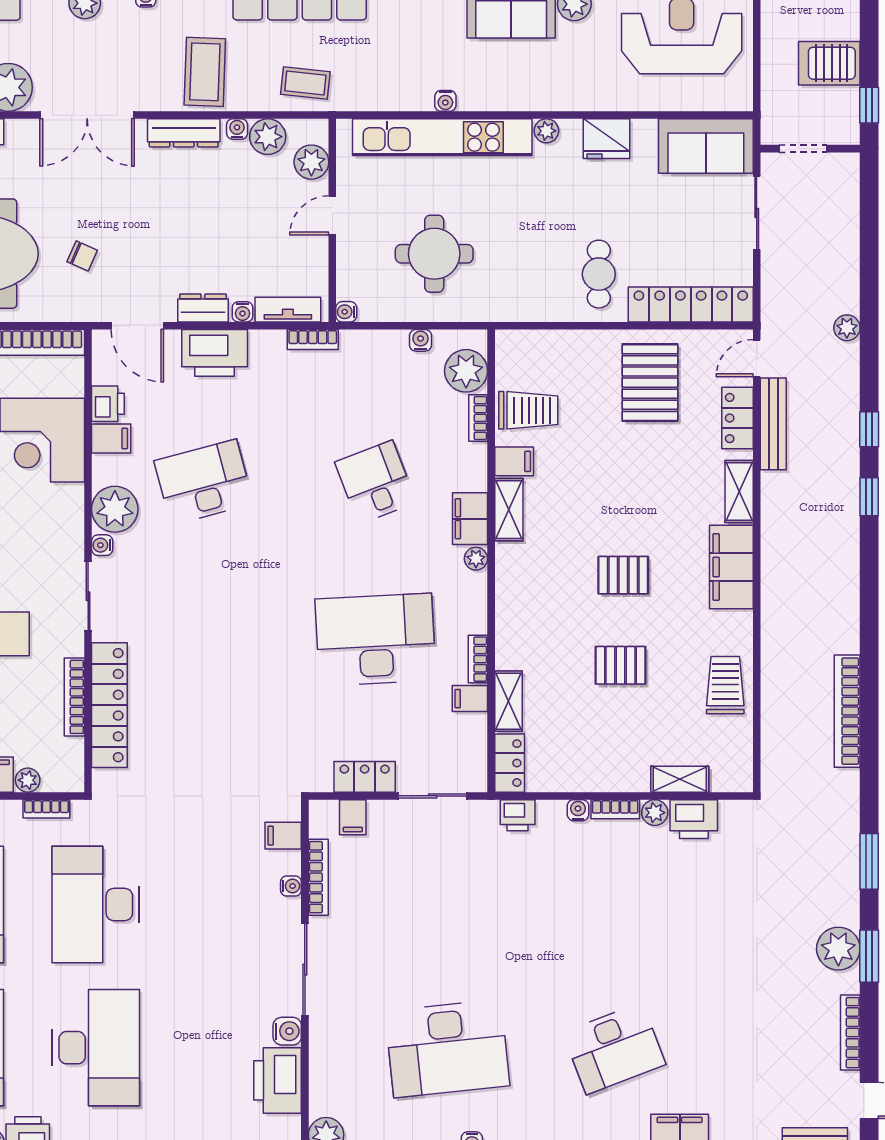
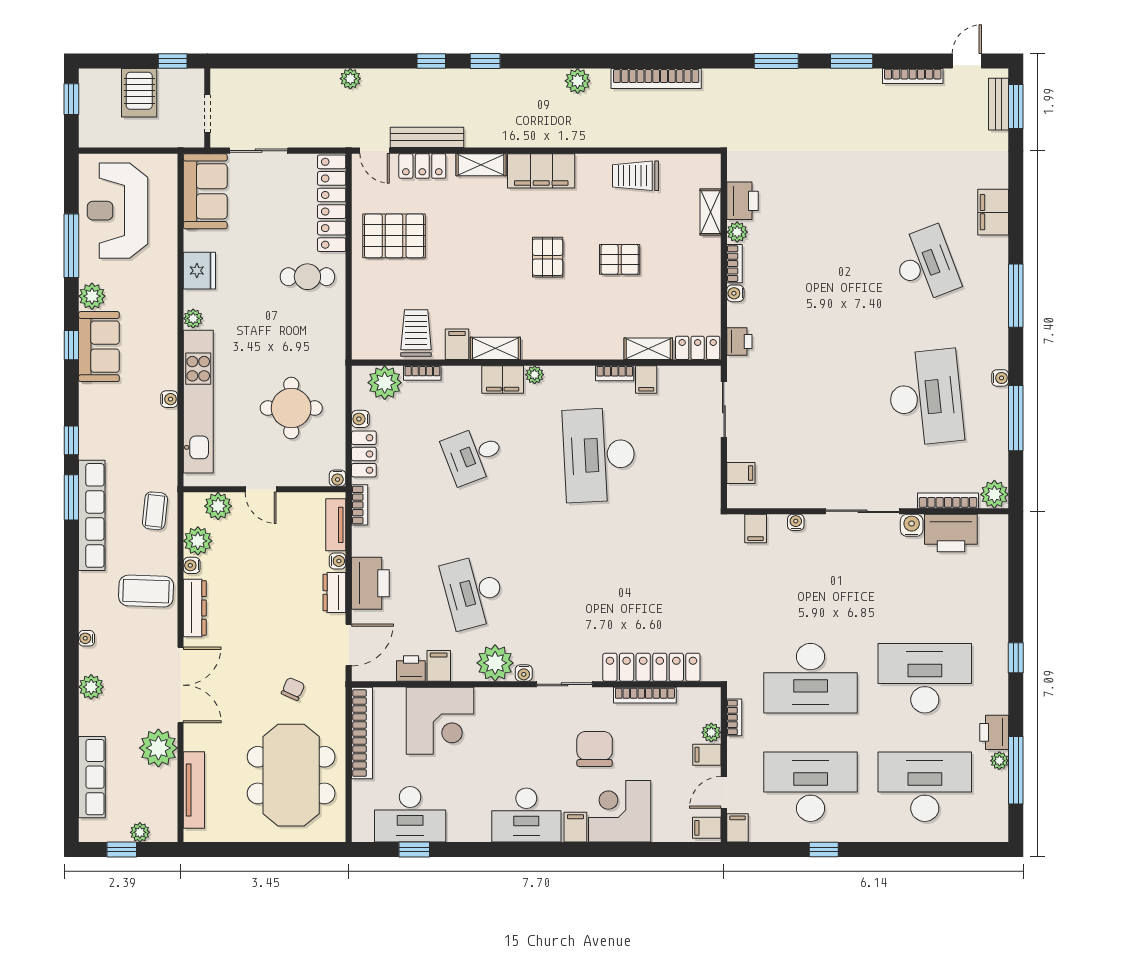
pallet: (621, 665) -> (620, 259), turned 90
locker: (365, 777) -> (364, 454), moved, turned 180
bookcase: (318, 877) -> (948, 501), moved
plant: (838, 949) -> (578, 81), moved, width x0.73, depth x0.73

